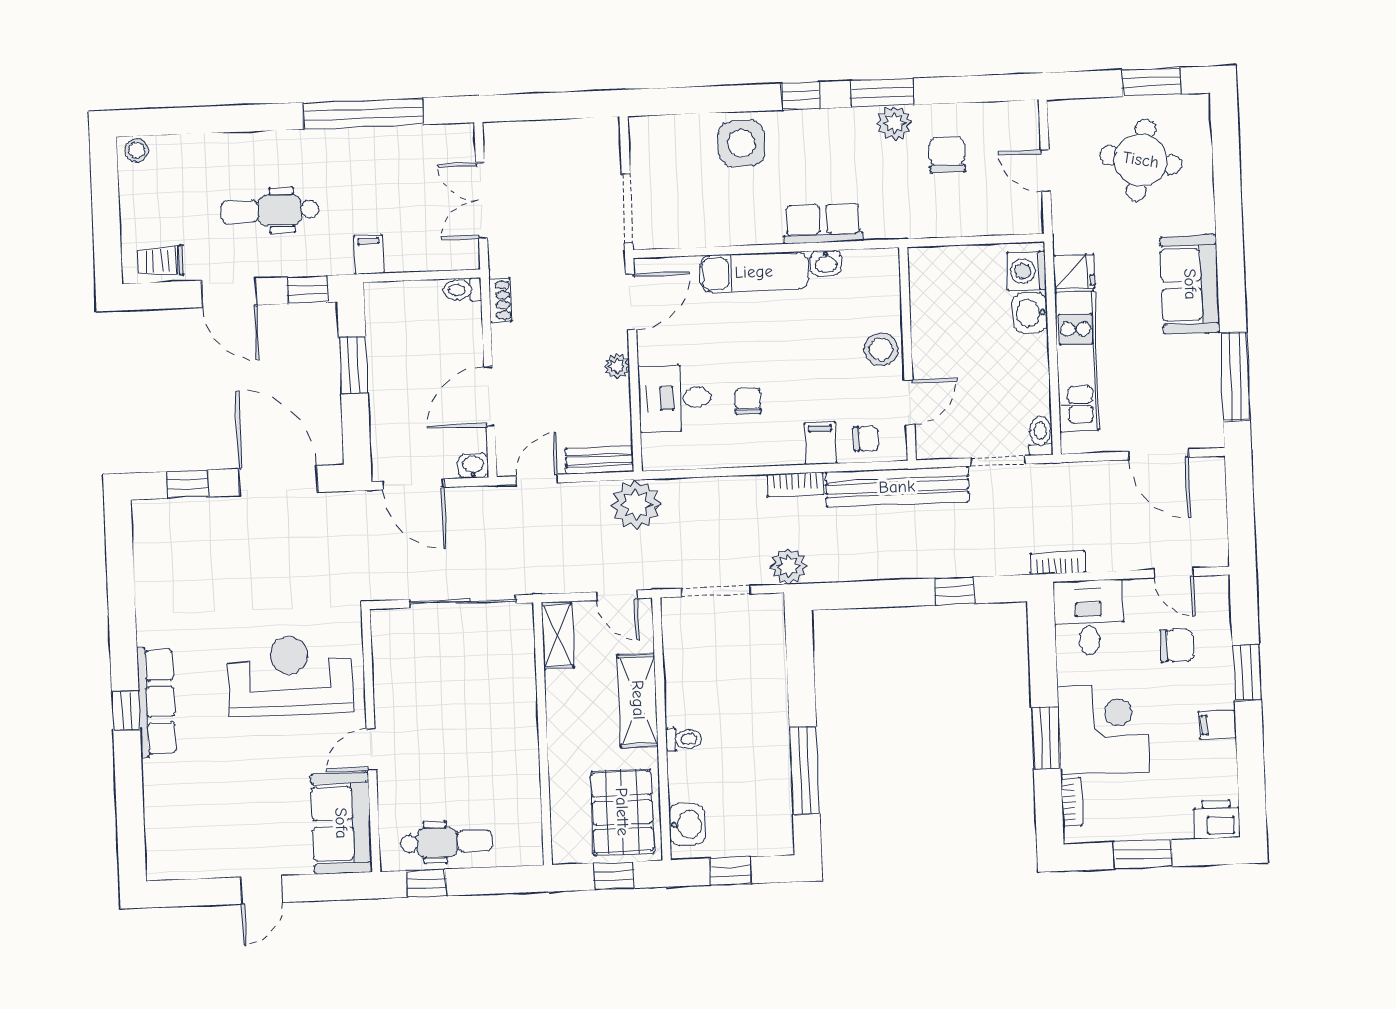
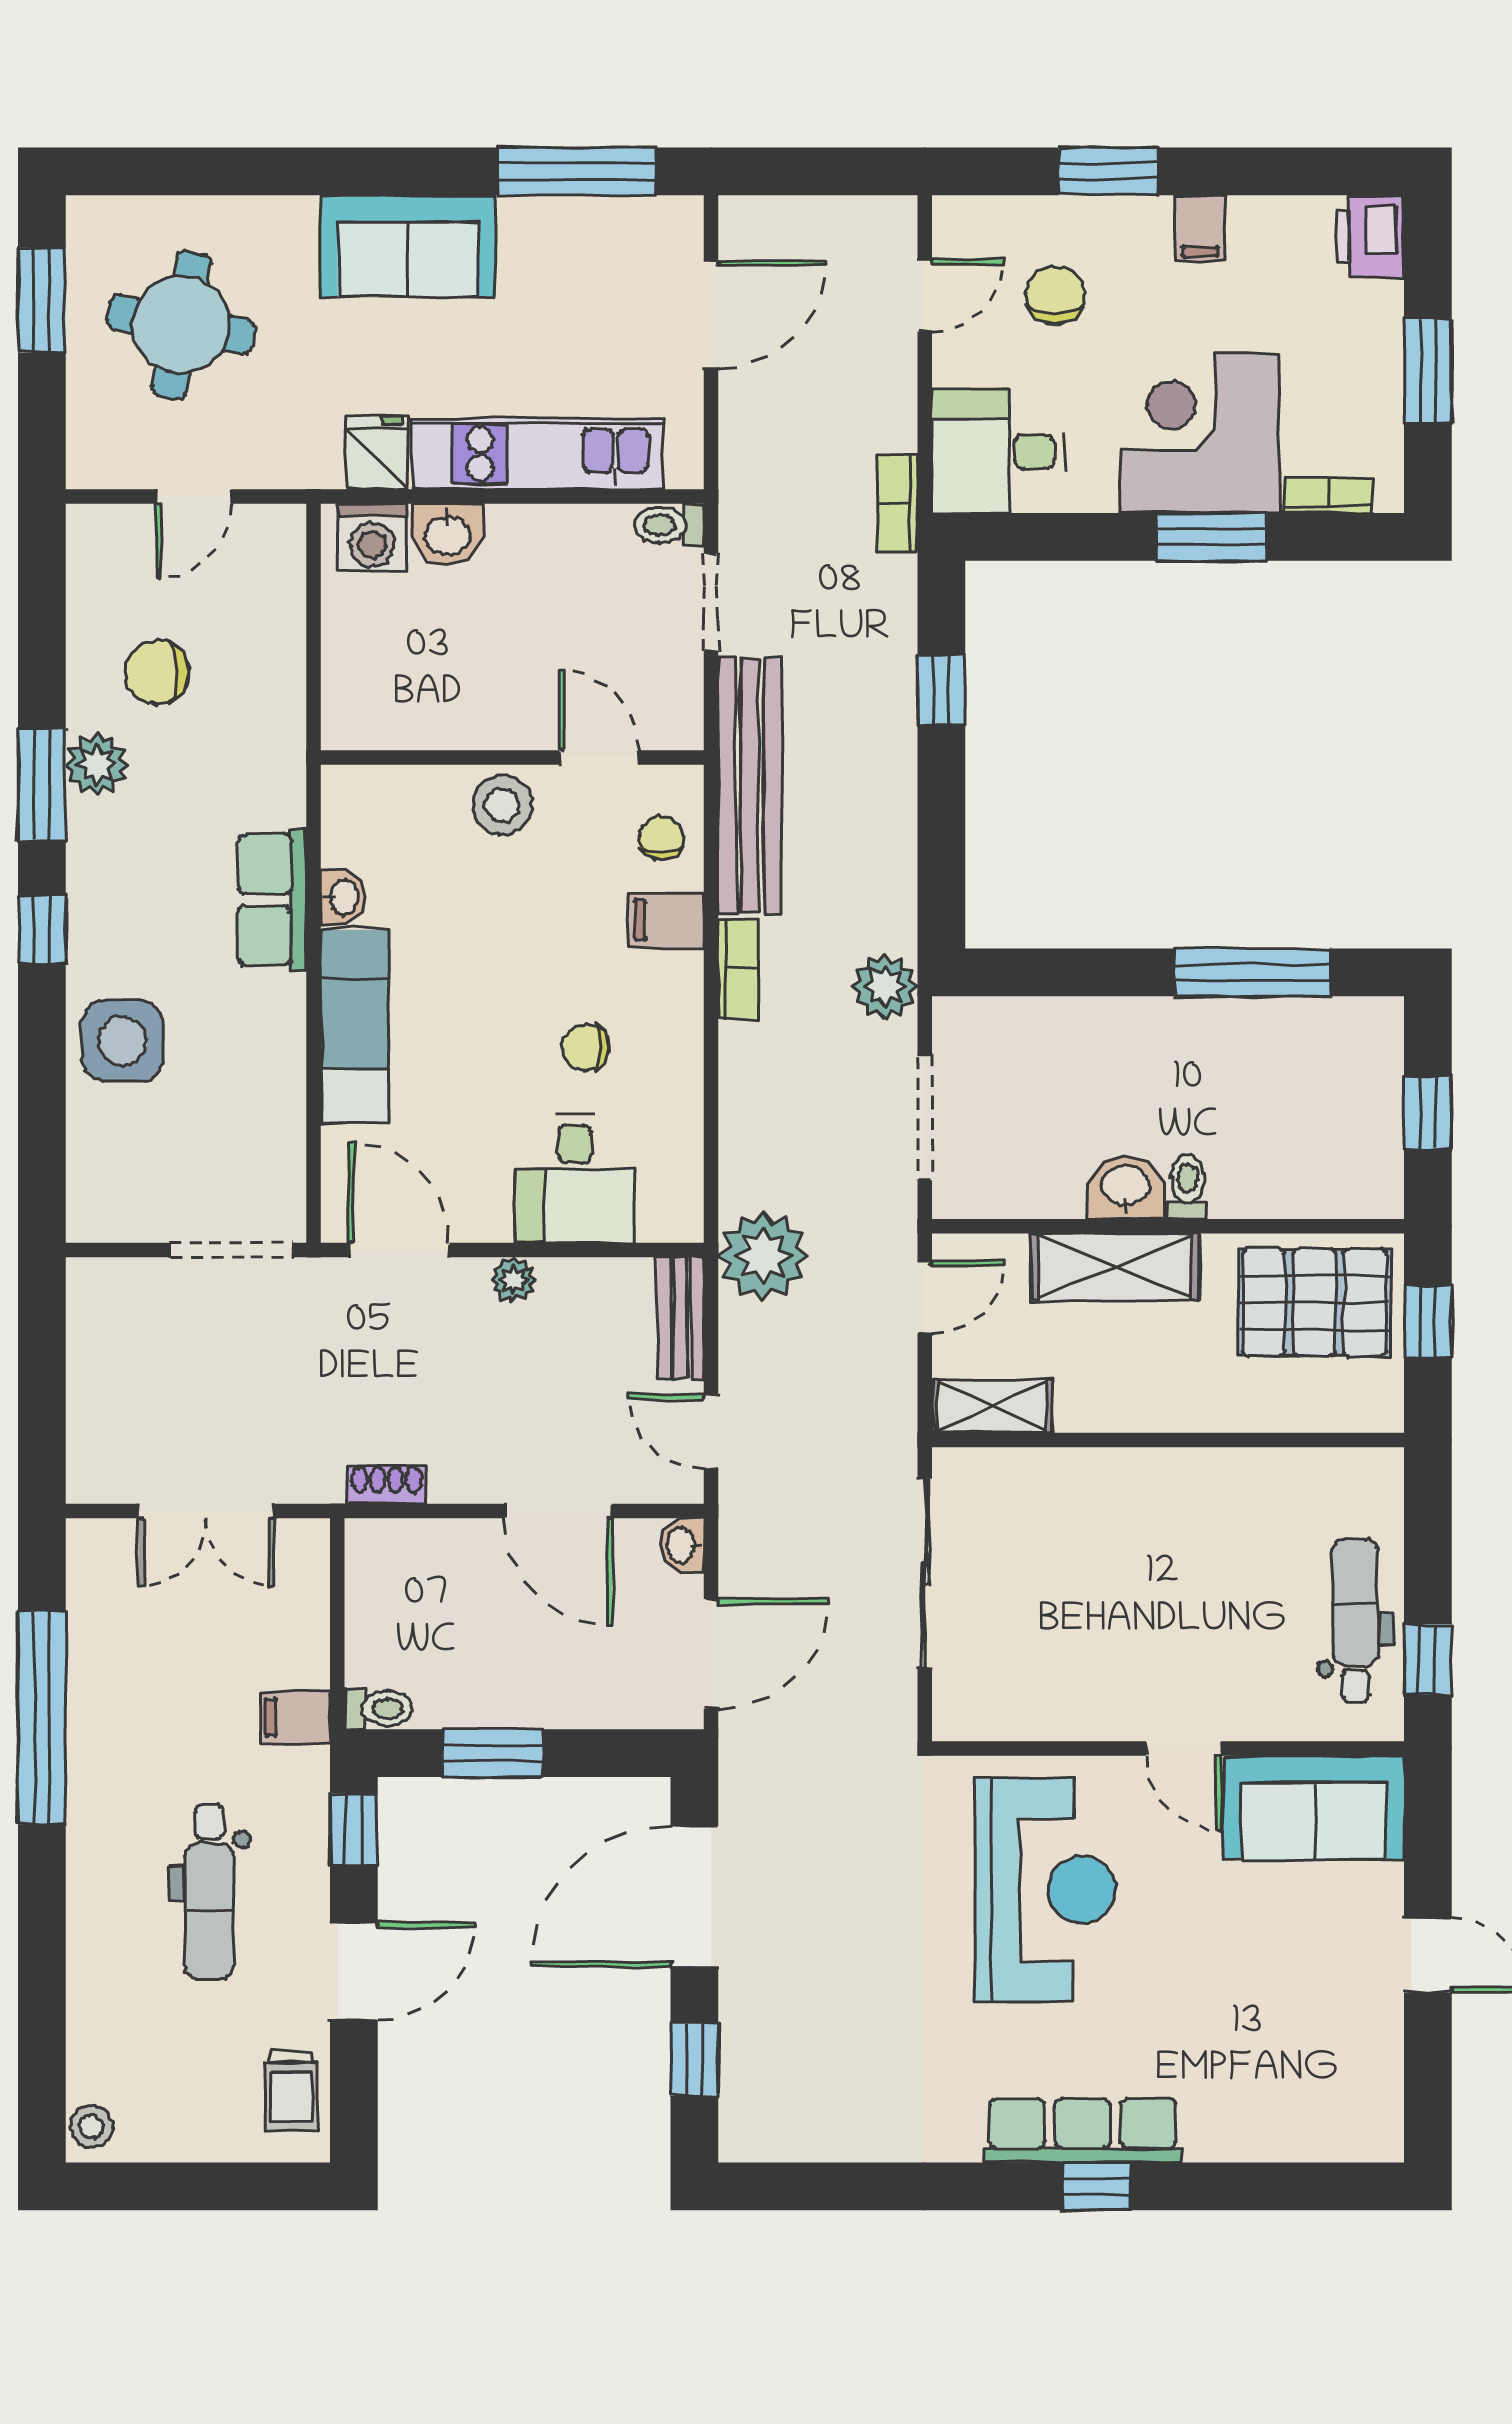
toilet: (462, 290) -> (378, 1709), moved, turned -90
reception desk: (290, 676) -> (1045, 1890), turned 180
washbasin: (687, 825) -> (1125, 1187), moved

